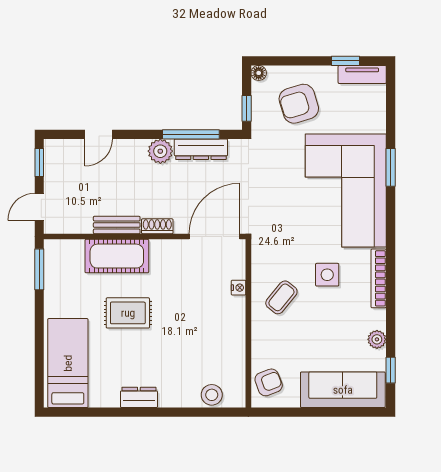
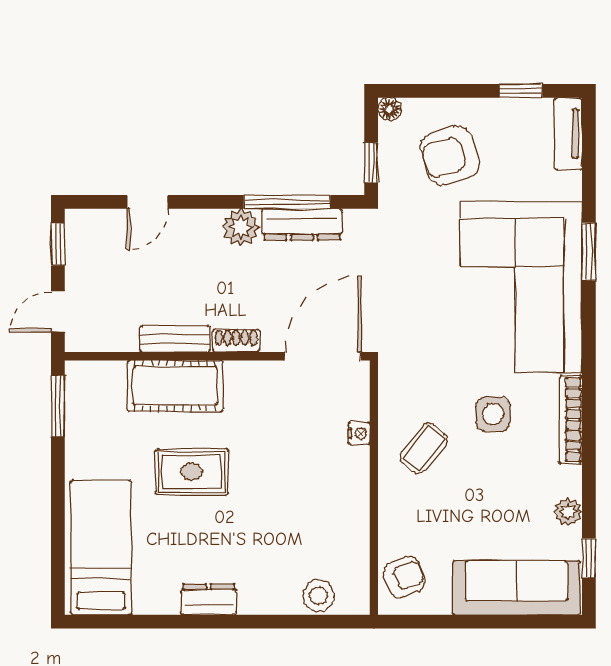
tv unit: (362, 74) -> (568, 134), moved, turned 90

